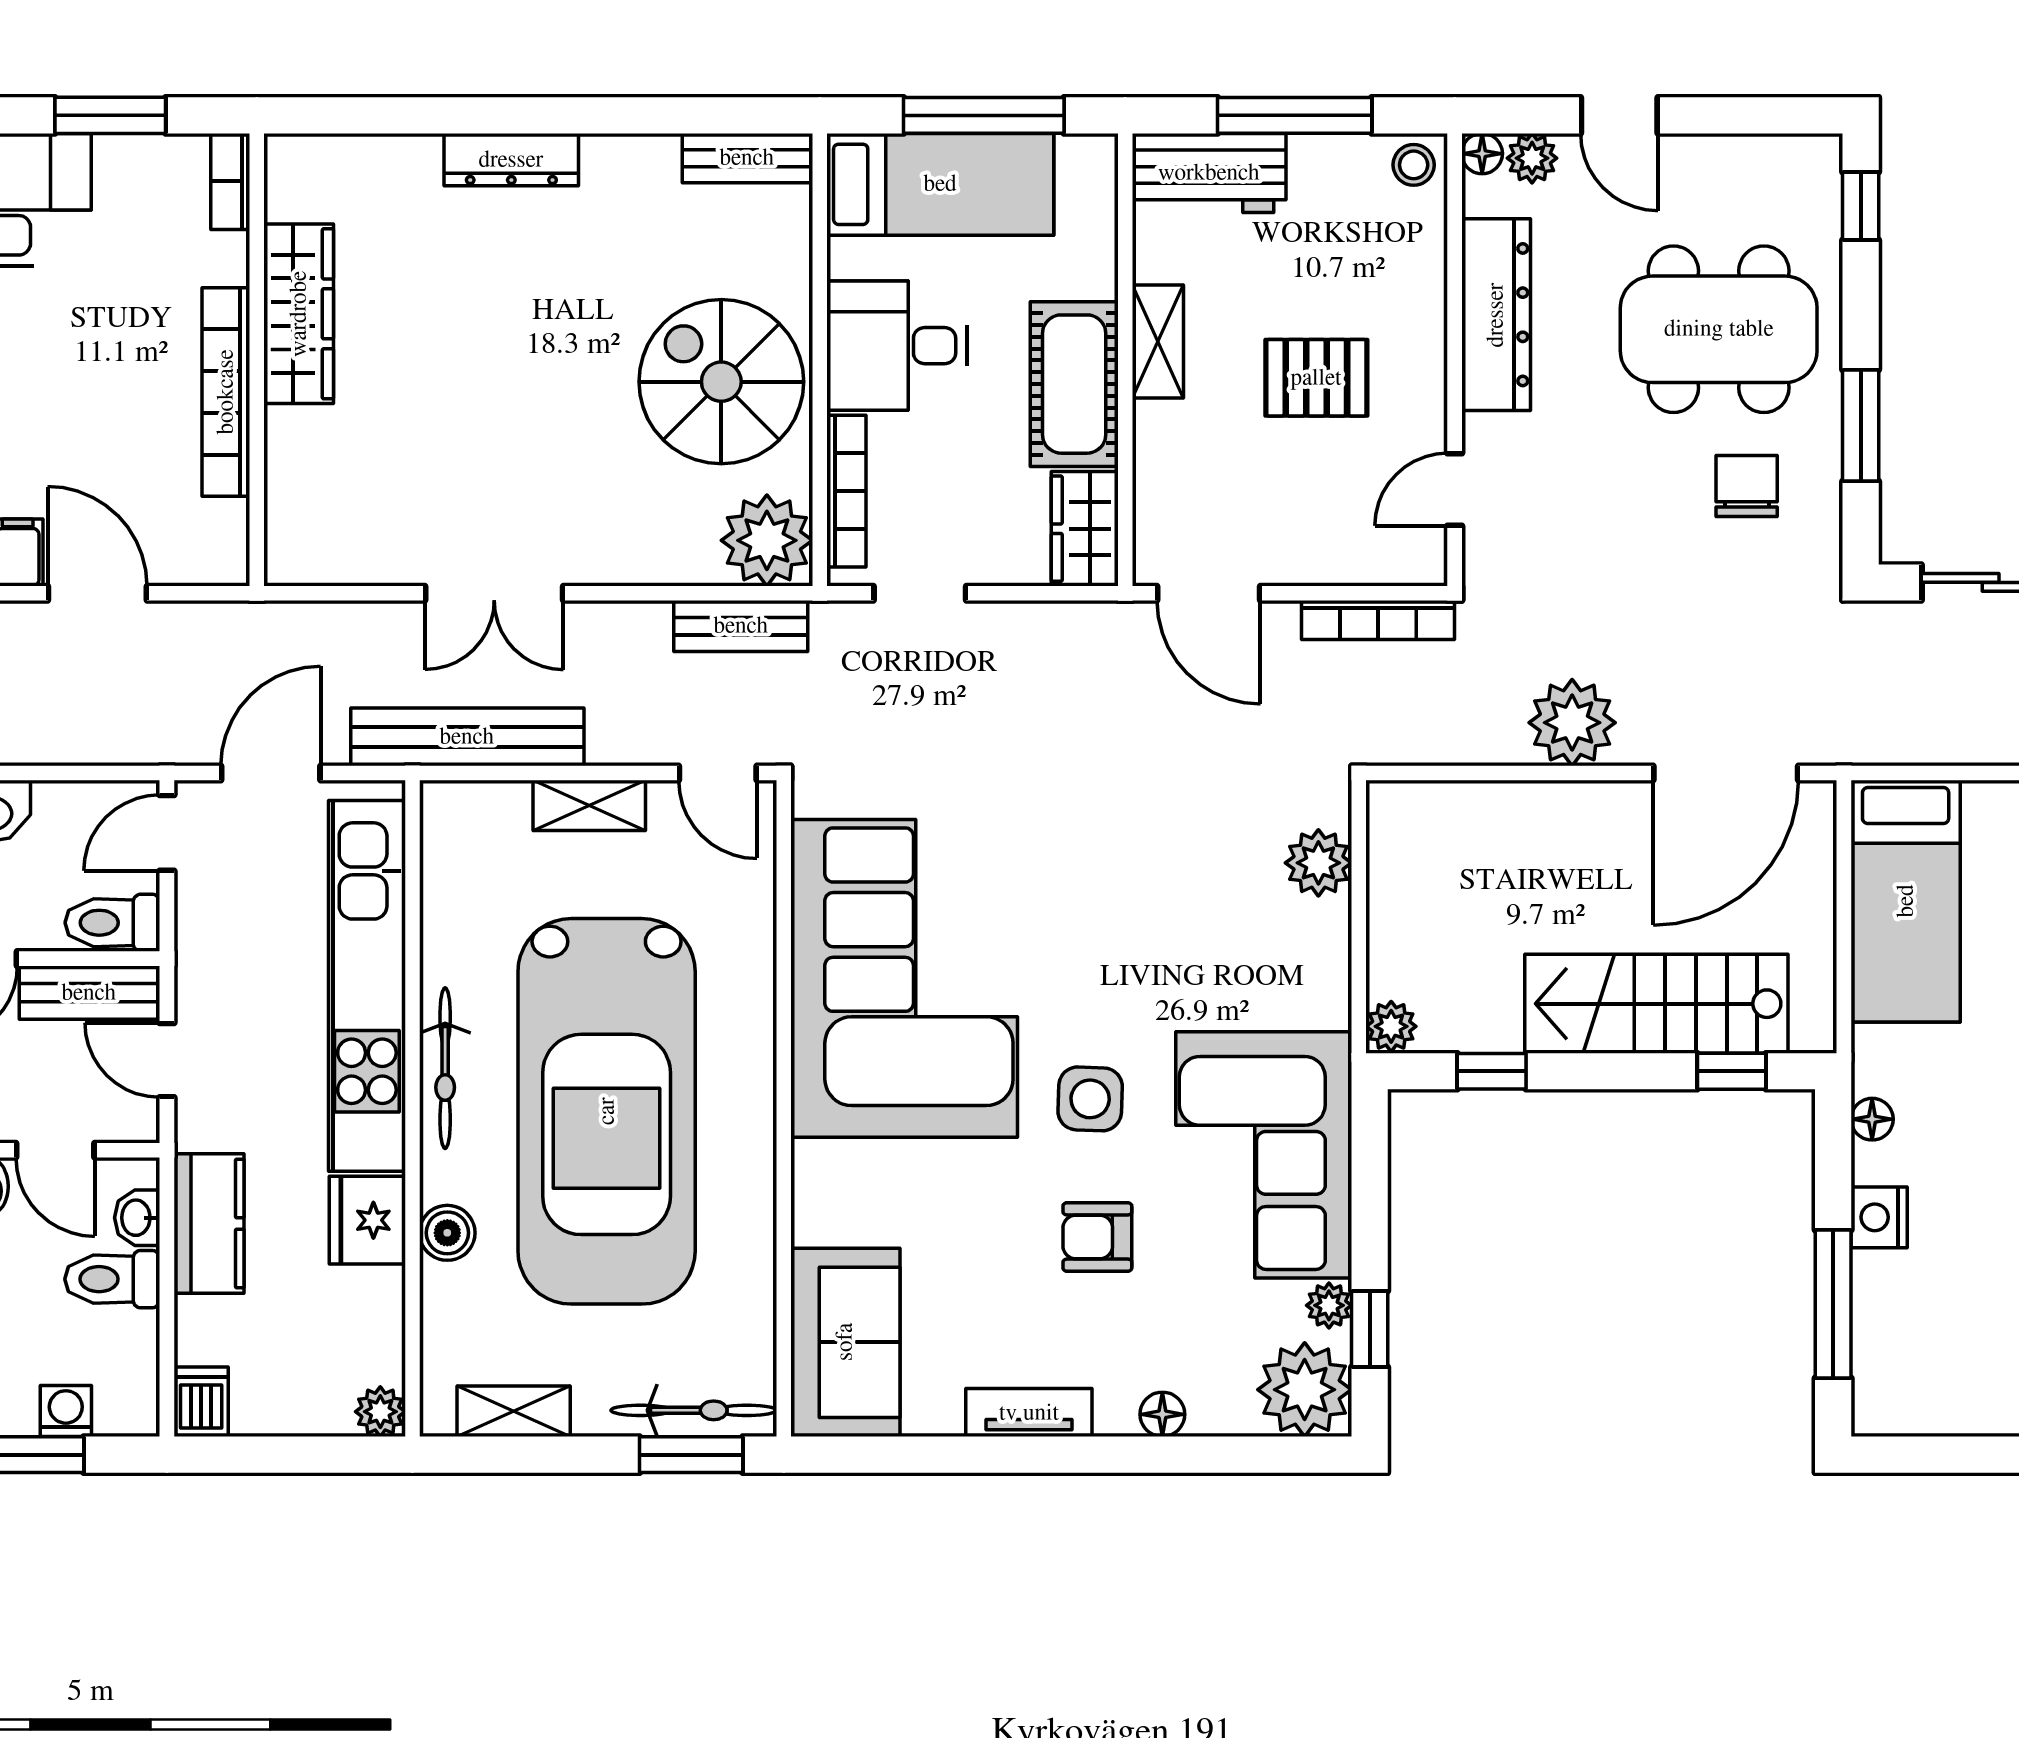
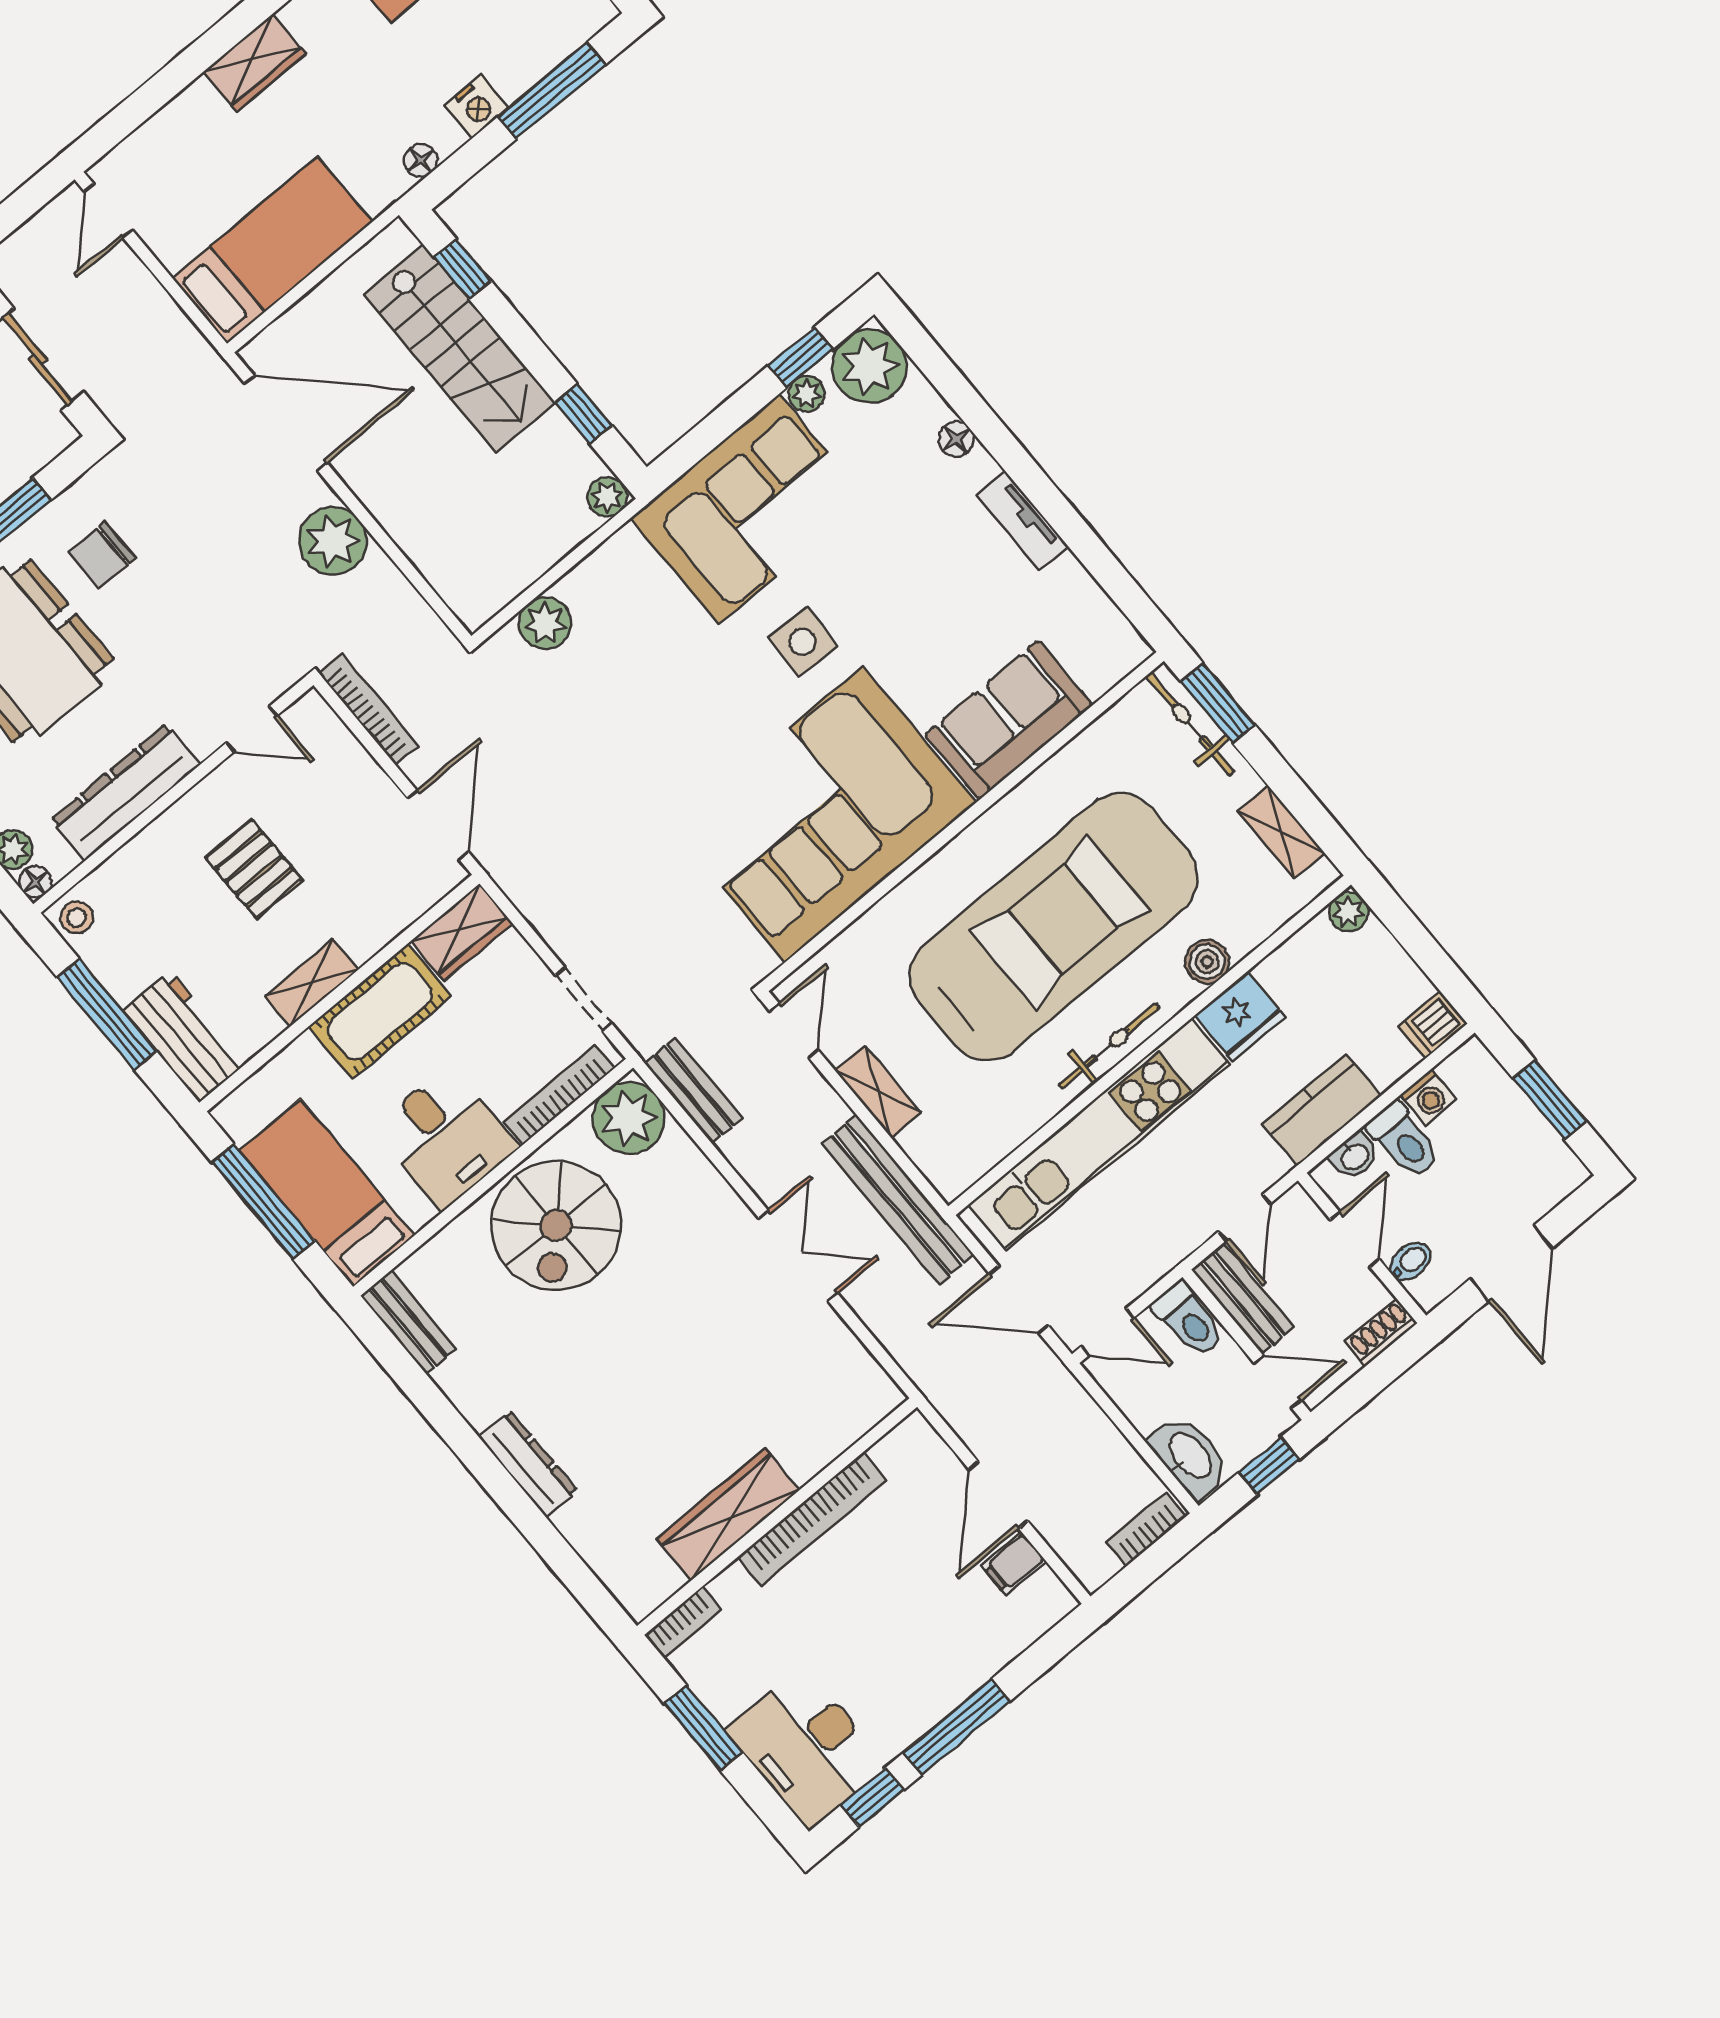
armchair: (1097, 1237) -> (882, 568), removed
sofa: (845, 1342) -> (1009, 720), moved
washing machine: (66, 1411) -> (1428, 1097), moved, turned -90

